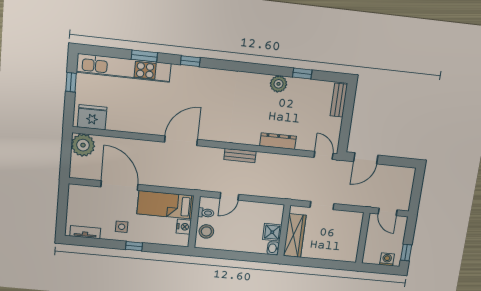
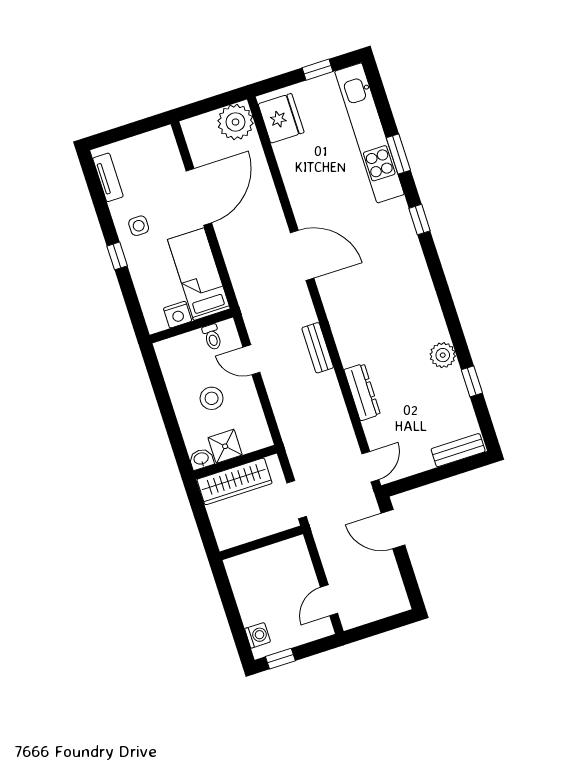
stool: (206, 231) -> (212, 398), moved
wall: (363, 238) -> (261, 543), moved

